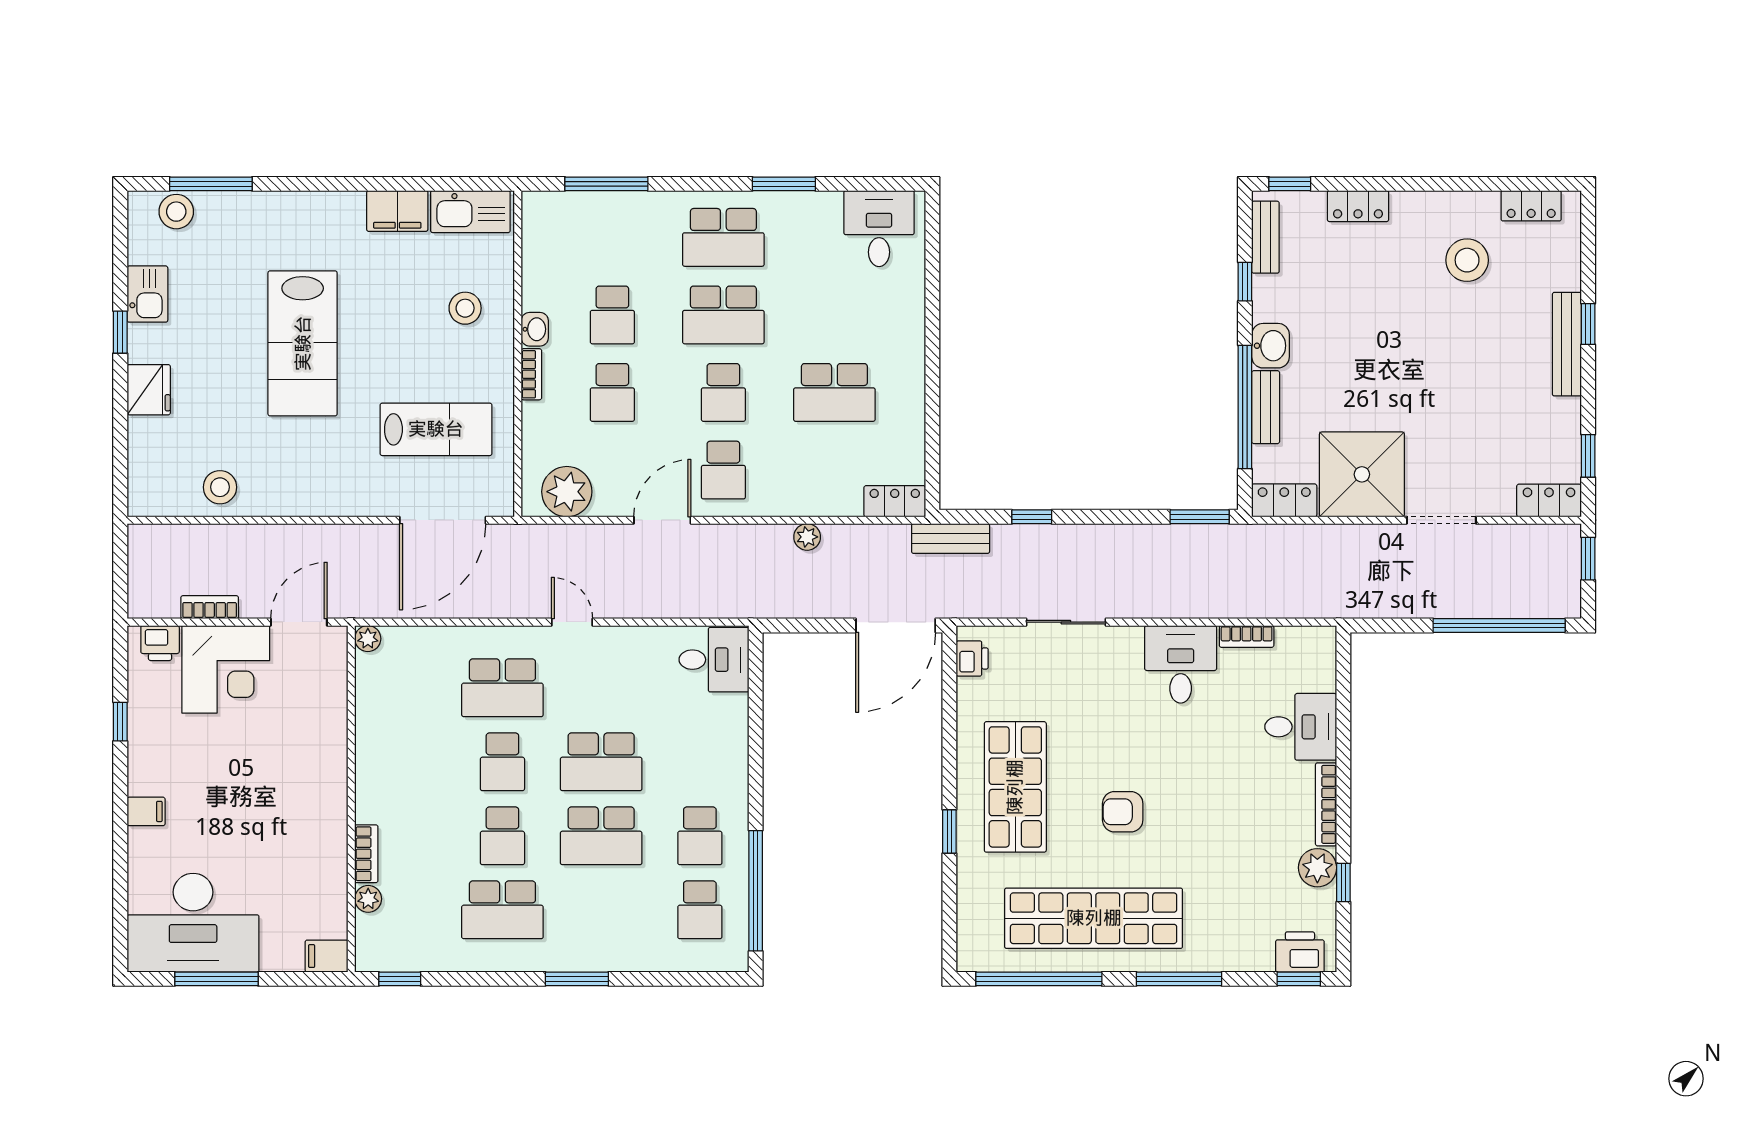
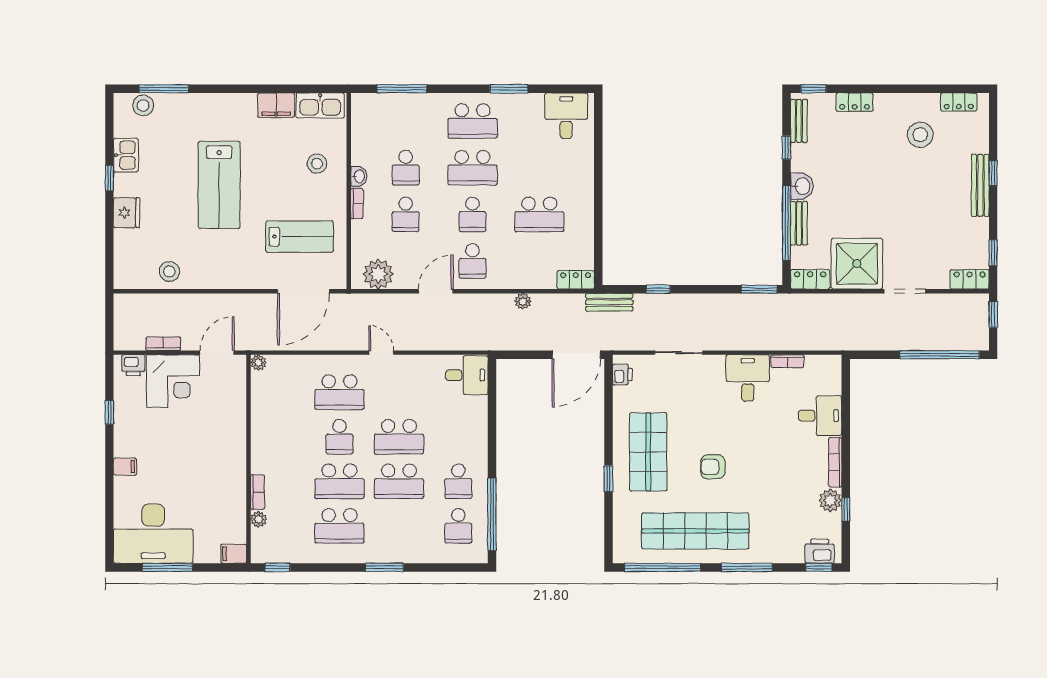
school desk: (502, 836) -> (339, 481), width x1.85

